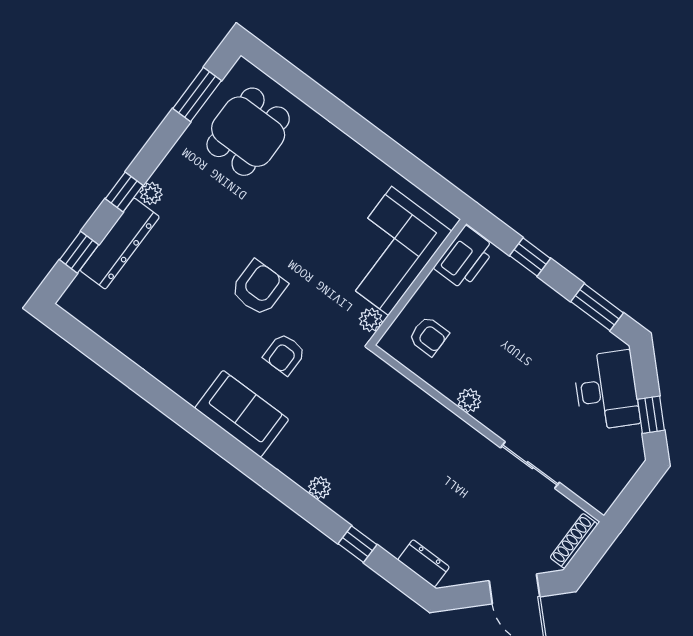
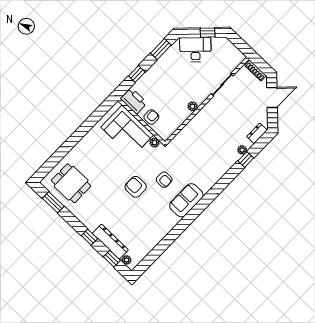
plant: (151, 193) -> (127, 260), moved
armchair: (429, 336) -> (151, 117), moved
plant: (320, 488) -> (242, 150), moved

